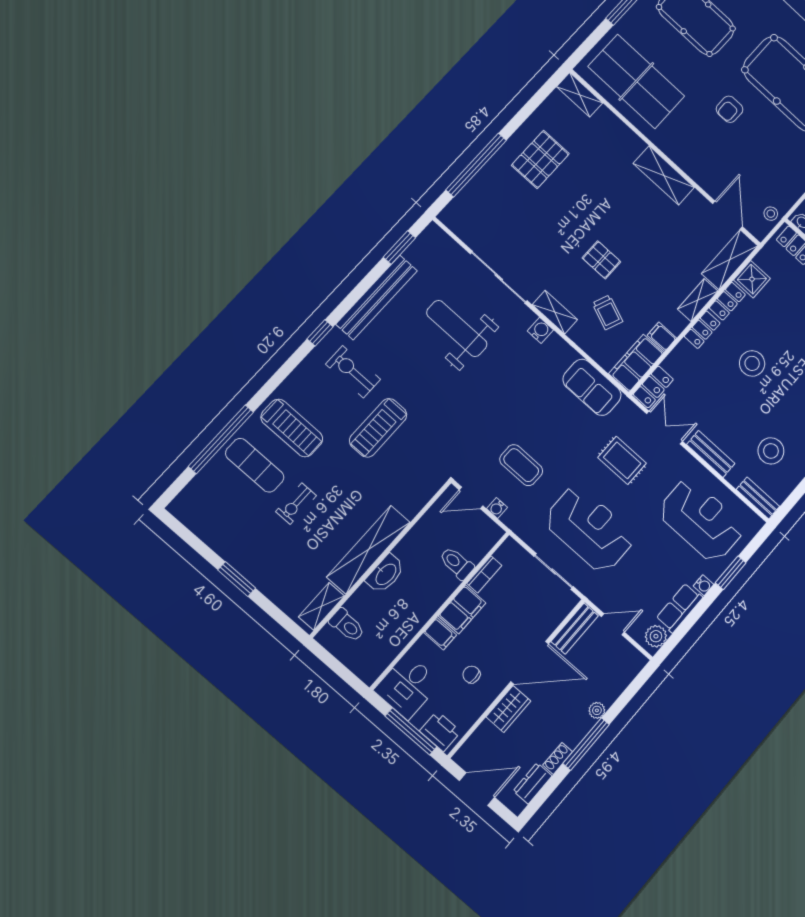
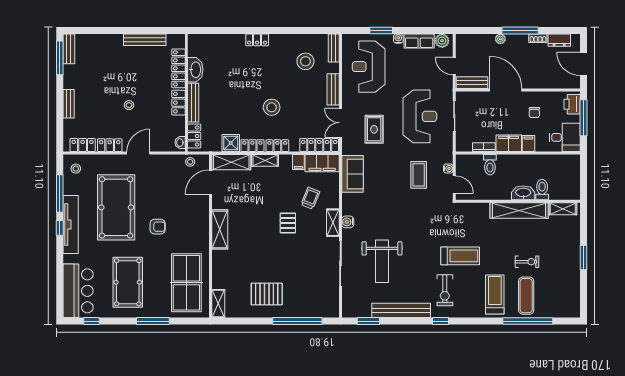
locker: (653, 387) -> (319, 145), width x1.53
reception desk: (590, 529) -> (420, 116), turned 180
toilet: (347, 625) -> (542, 190), moved
wardrobe: (508, 709) -> (535, 81), removed

